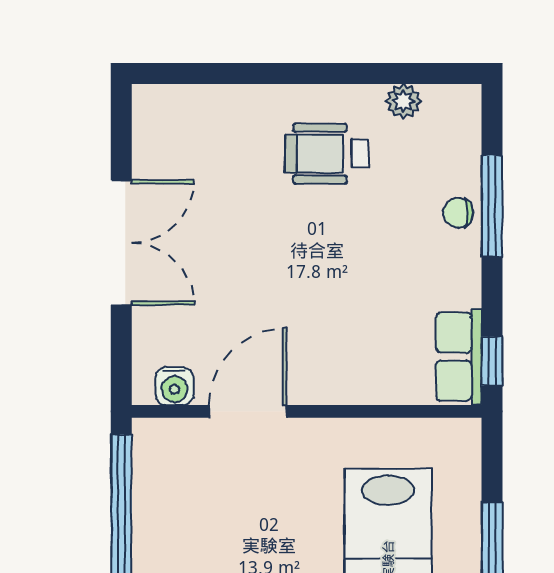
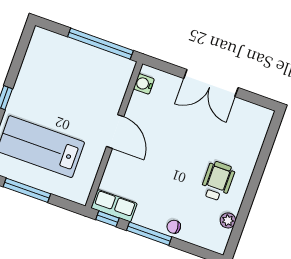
window: (492, 206) -> (149, 234), moved
chair: (458, 213) -> (174, 227), turned -95
door: (248, 411) -> (115, 132), moved

